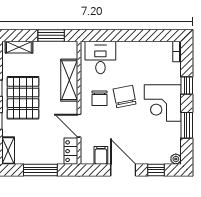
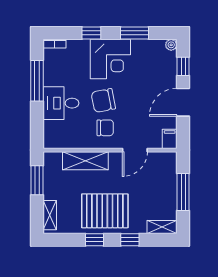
window: (143, 35) -> (37, 81), added
desk: (100, 57) -> (61, 103), moved
locker: (71, 151) -> (163, 159), removed
filing cabinet: (101, 155) -> (170, 139), moved, turned 90

